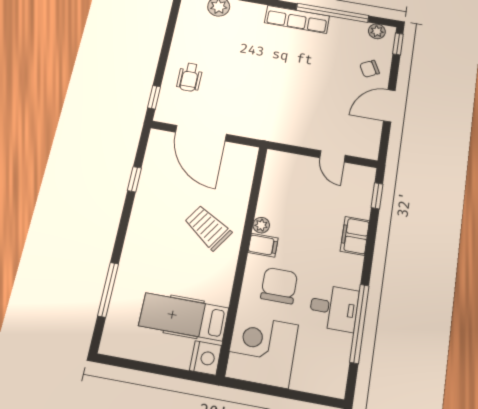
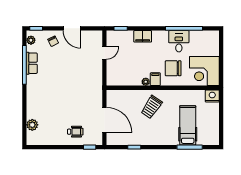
row of seats: (297, 19) -> (32, 63), moved, width x0.68
door: (201, 133) -> (104, 120), hinge flipped
hospital bed: (184, 317) -> (188, 125), moved, turned 180

